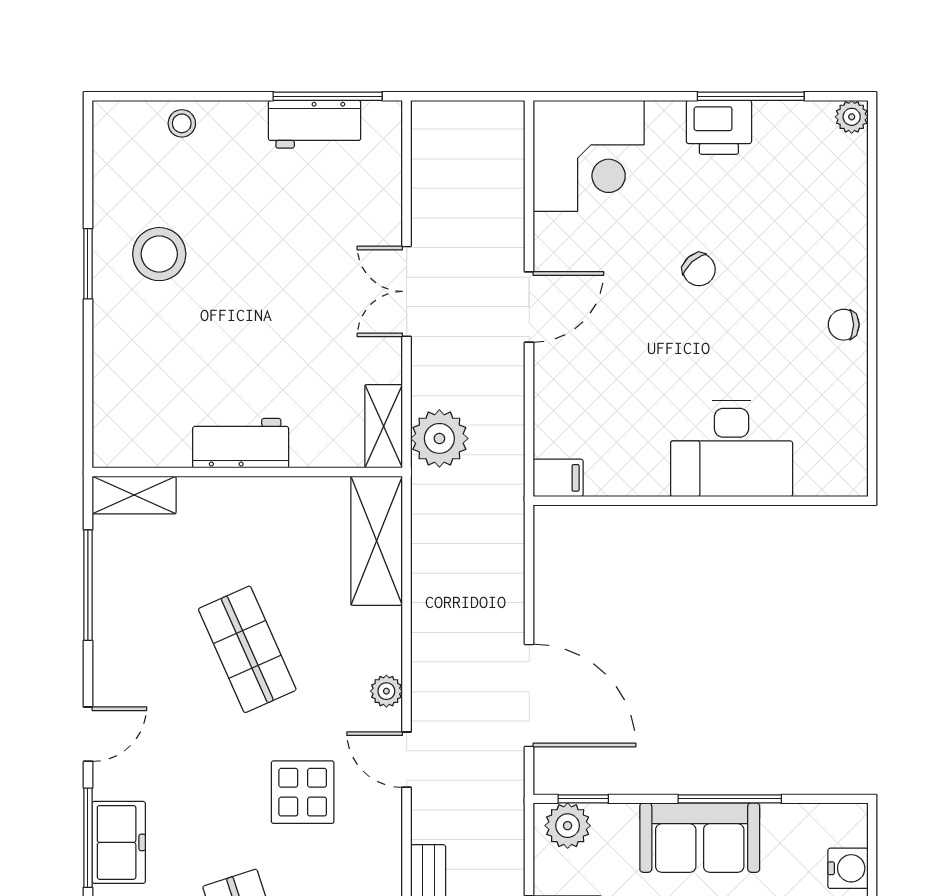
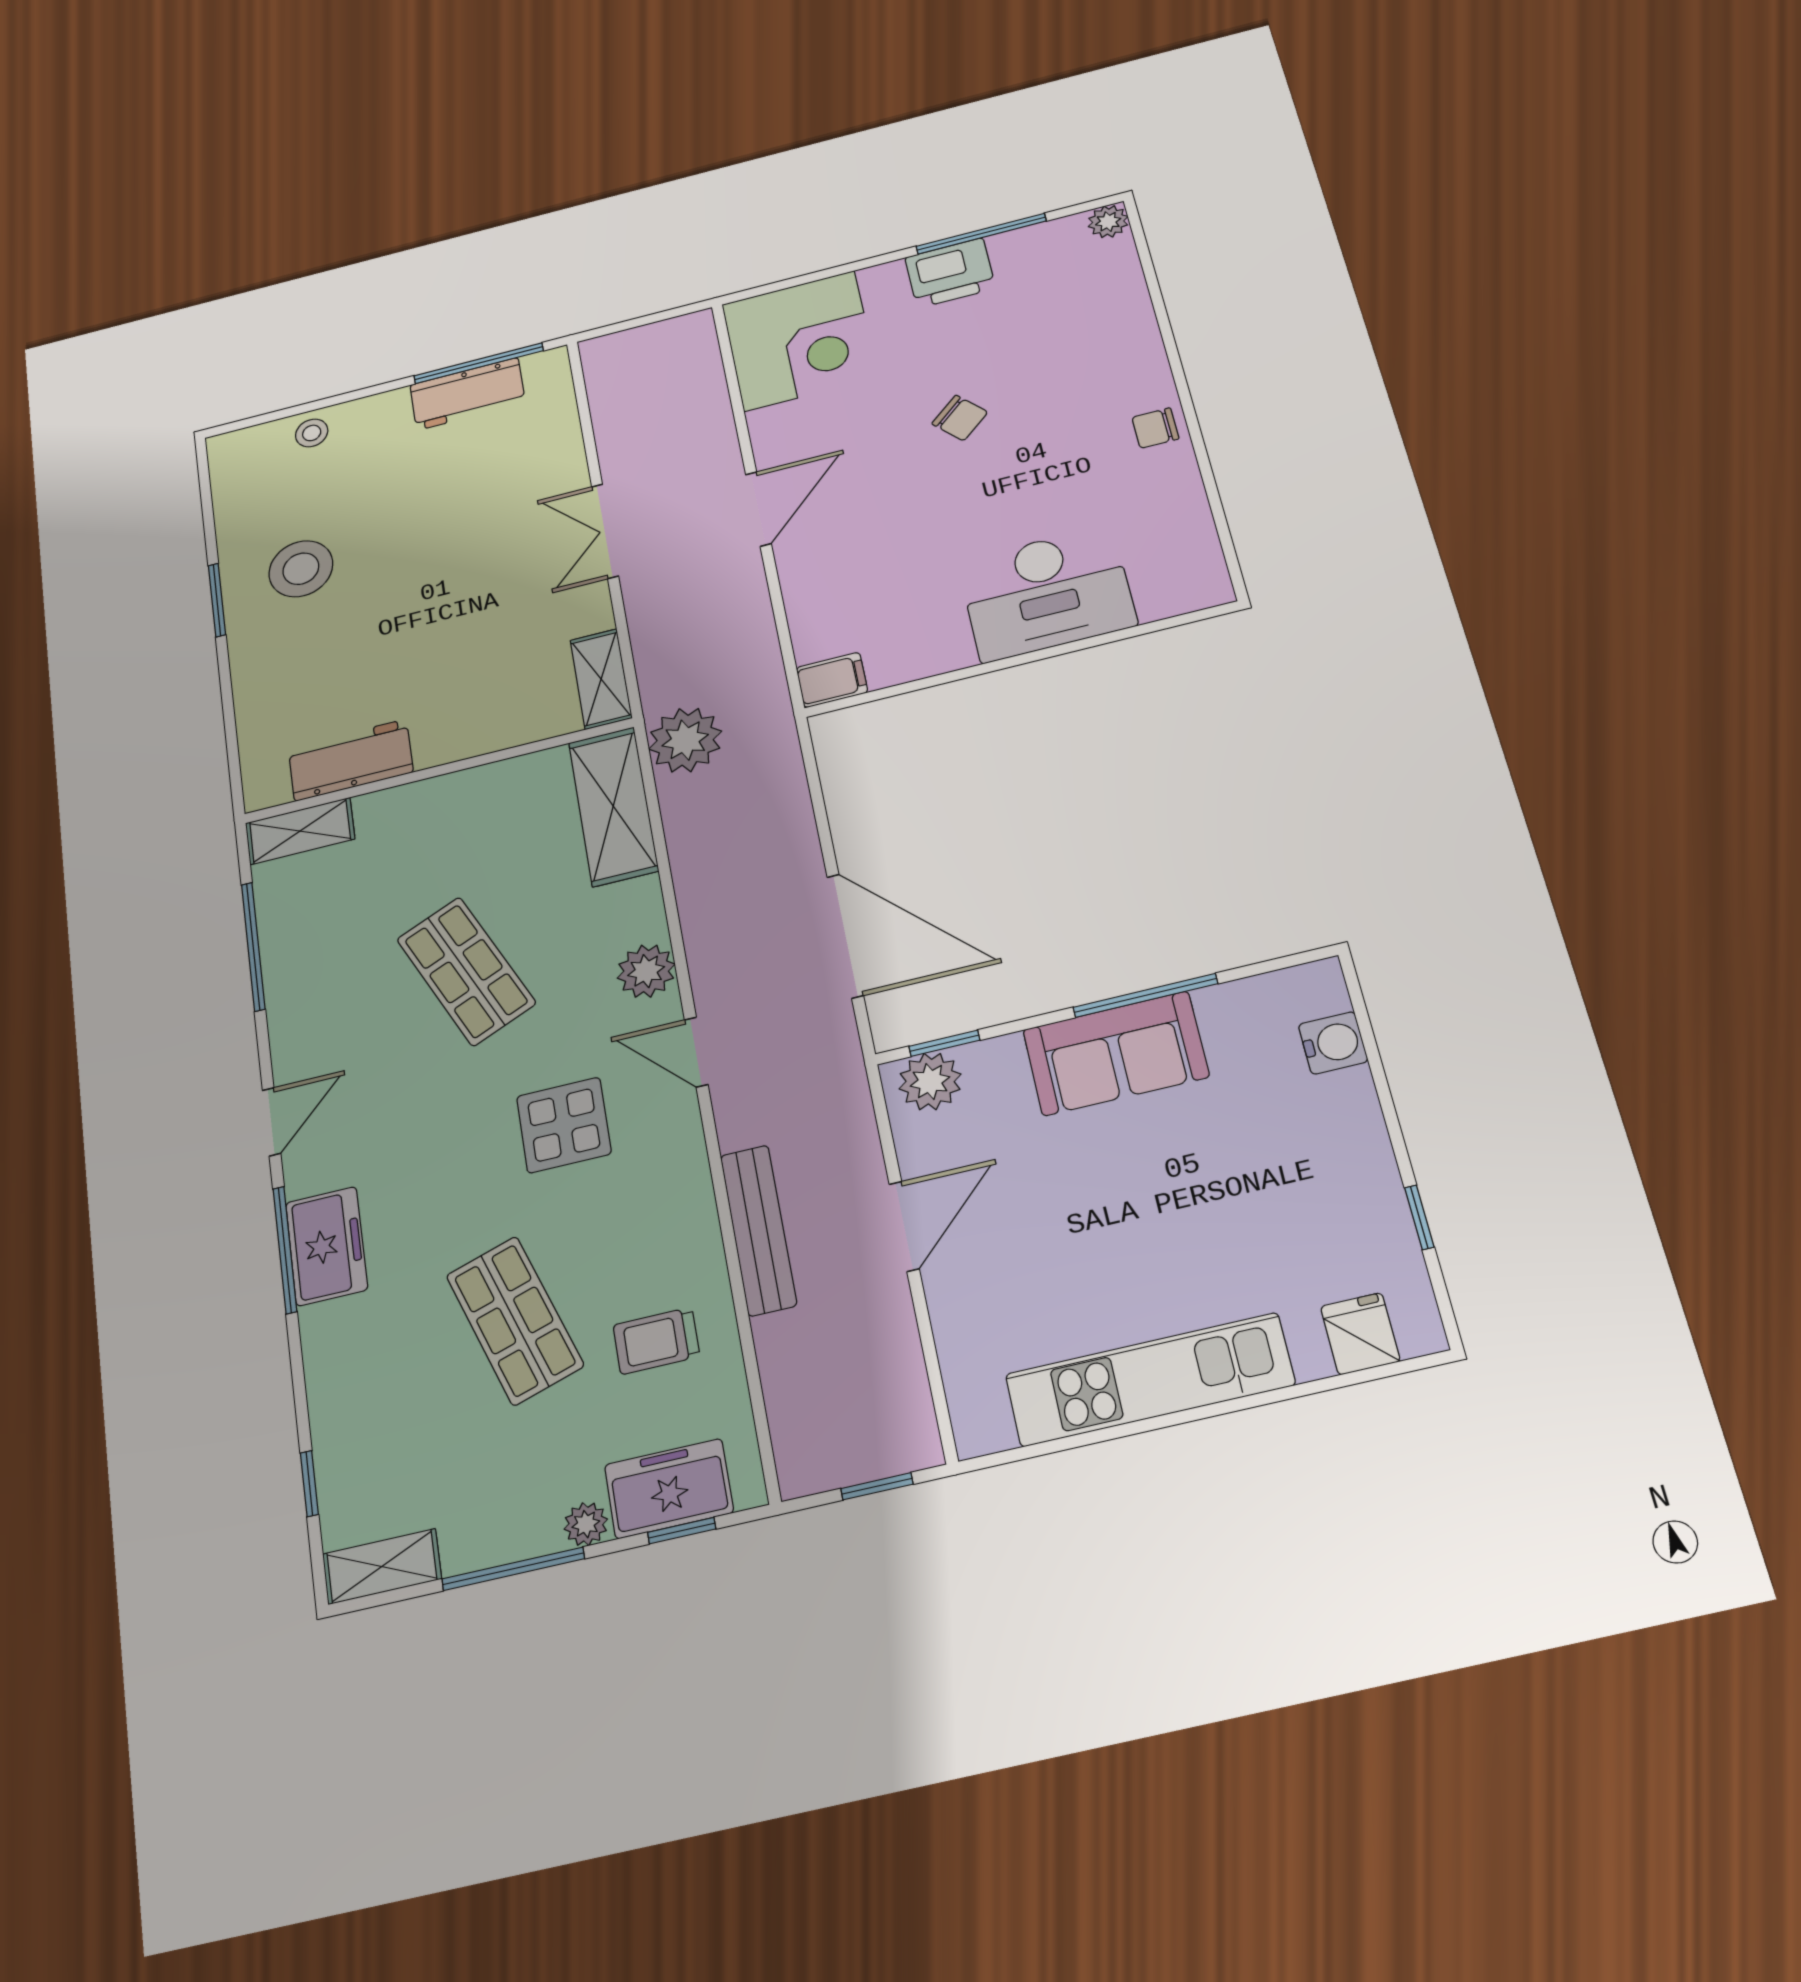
plant: (439, 438) -> (685, 740), moved
workbench: (241, 443) -> (351, 760), moved
plant: (386, 691) -> (646, 971), width x1.38, depth x1.38

